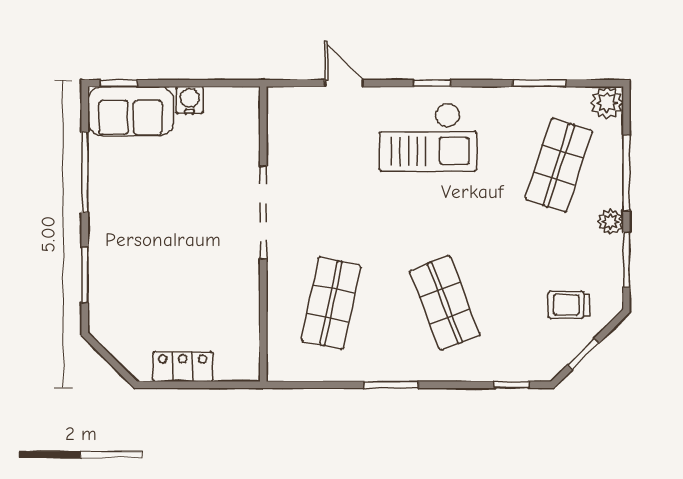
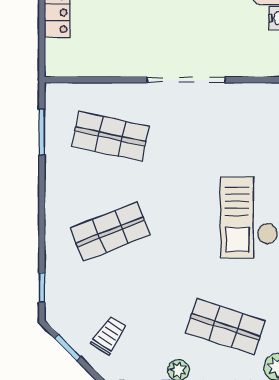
trolley: (569, 305) -> (109, 335), turned 33
window: (391, 385) -> (42, 132), moved

